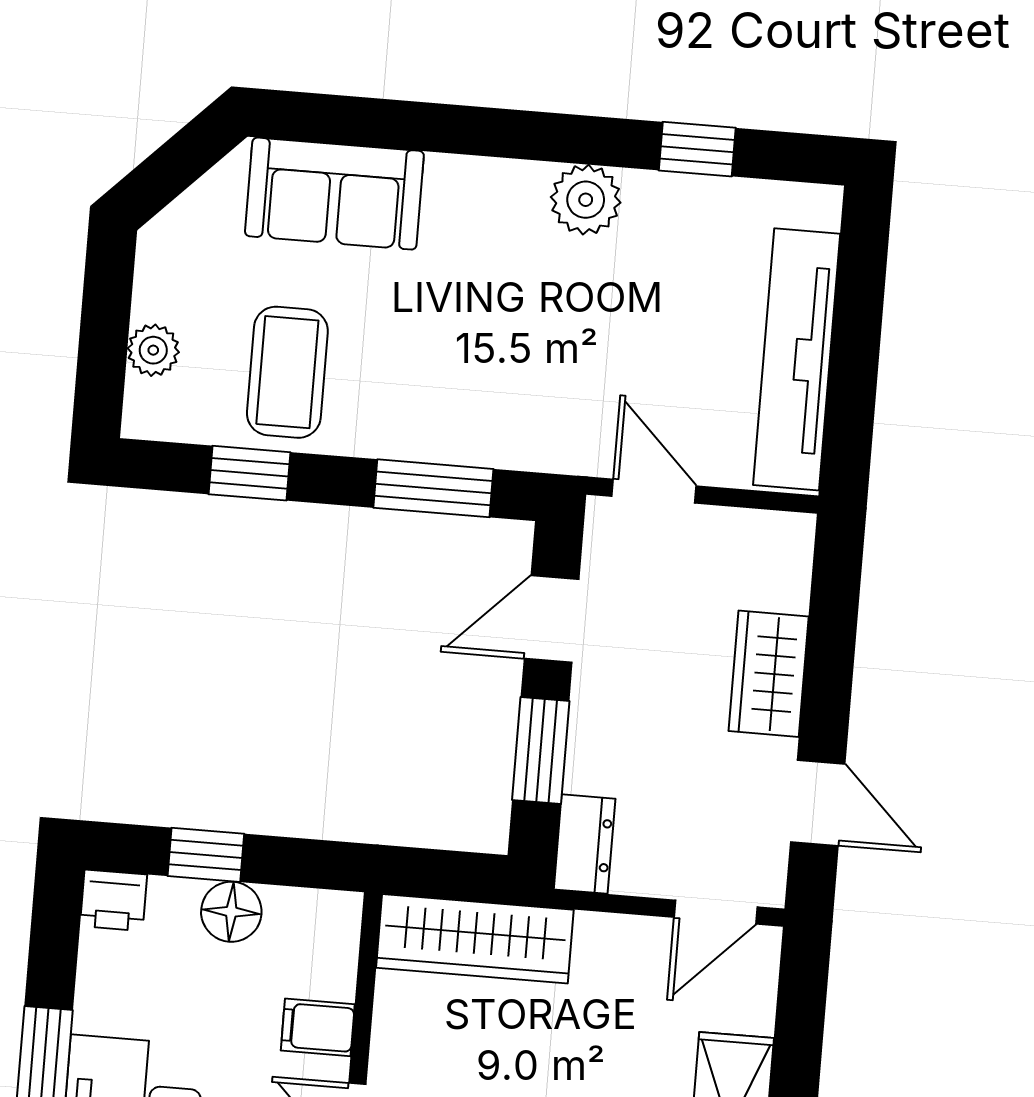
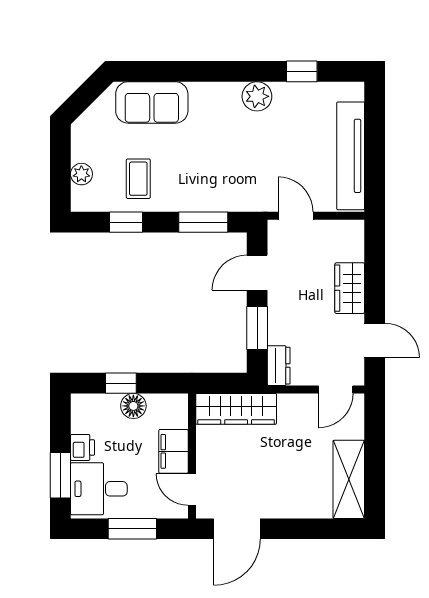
coffee table: (287, 372) -> (138, 179), width x0.73, depth x0.77
printer: (113, 900) -> (83, 447), moved, turned -90
filing cabinet: (318, 1027) -> (173, 451), width x2.00

